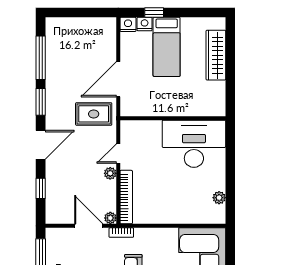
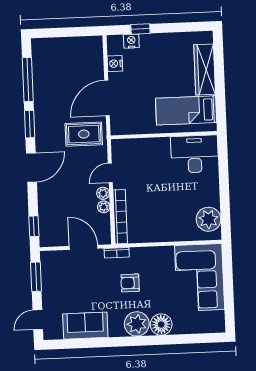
nightstand: (128, 24) -> (115, 64), moved, turned -90
bed: (167, 47) -> (186, 110), moved, turned 90
desk: (194, 144) -> (195, 154), width x0.73, depth x0.77
window: (41, 188) -> (34, 226), moved
plant: (219, 198) -> (209, 219), width x1.88, depth x1.88
plant: (110, 218) -> (104, 207), moved

